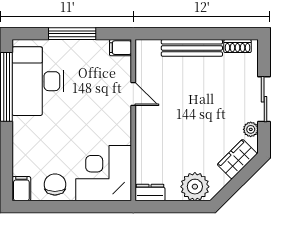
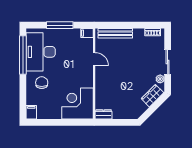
bench: (192, 48) -> (115, 33), moved
chair: (55, 184) -> (42, 83), moved
plant: (195, 187) -> (129, 111), removed

